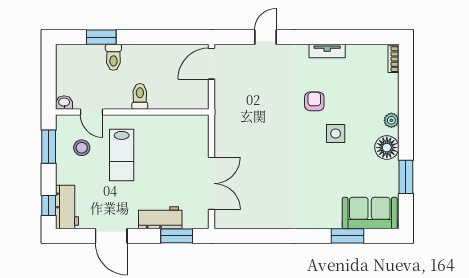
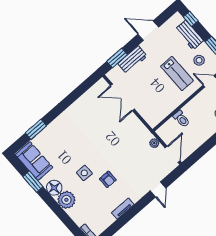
toilet: (140, 96) -> (181, 119), moved
plant: (221, 96) -> (154, 143), added
plant: (391, 120) -> (66, 200), width x1.87, depth x1.87
lab bench: (122, 155) -> (177, 73), turned 180
workbench: (67, 207) -> (189, 35), moved
sofa: (370, 213) -> (34, 161), moved, turned -90

